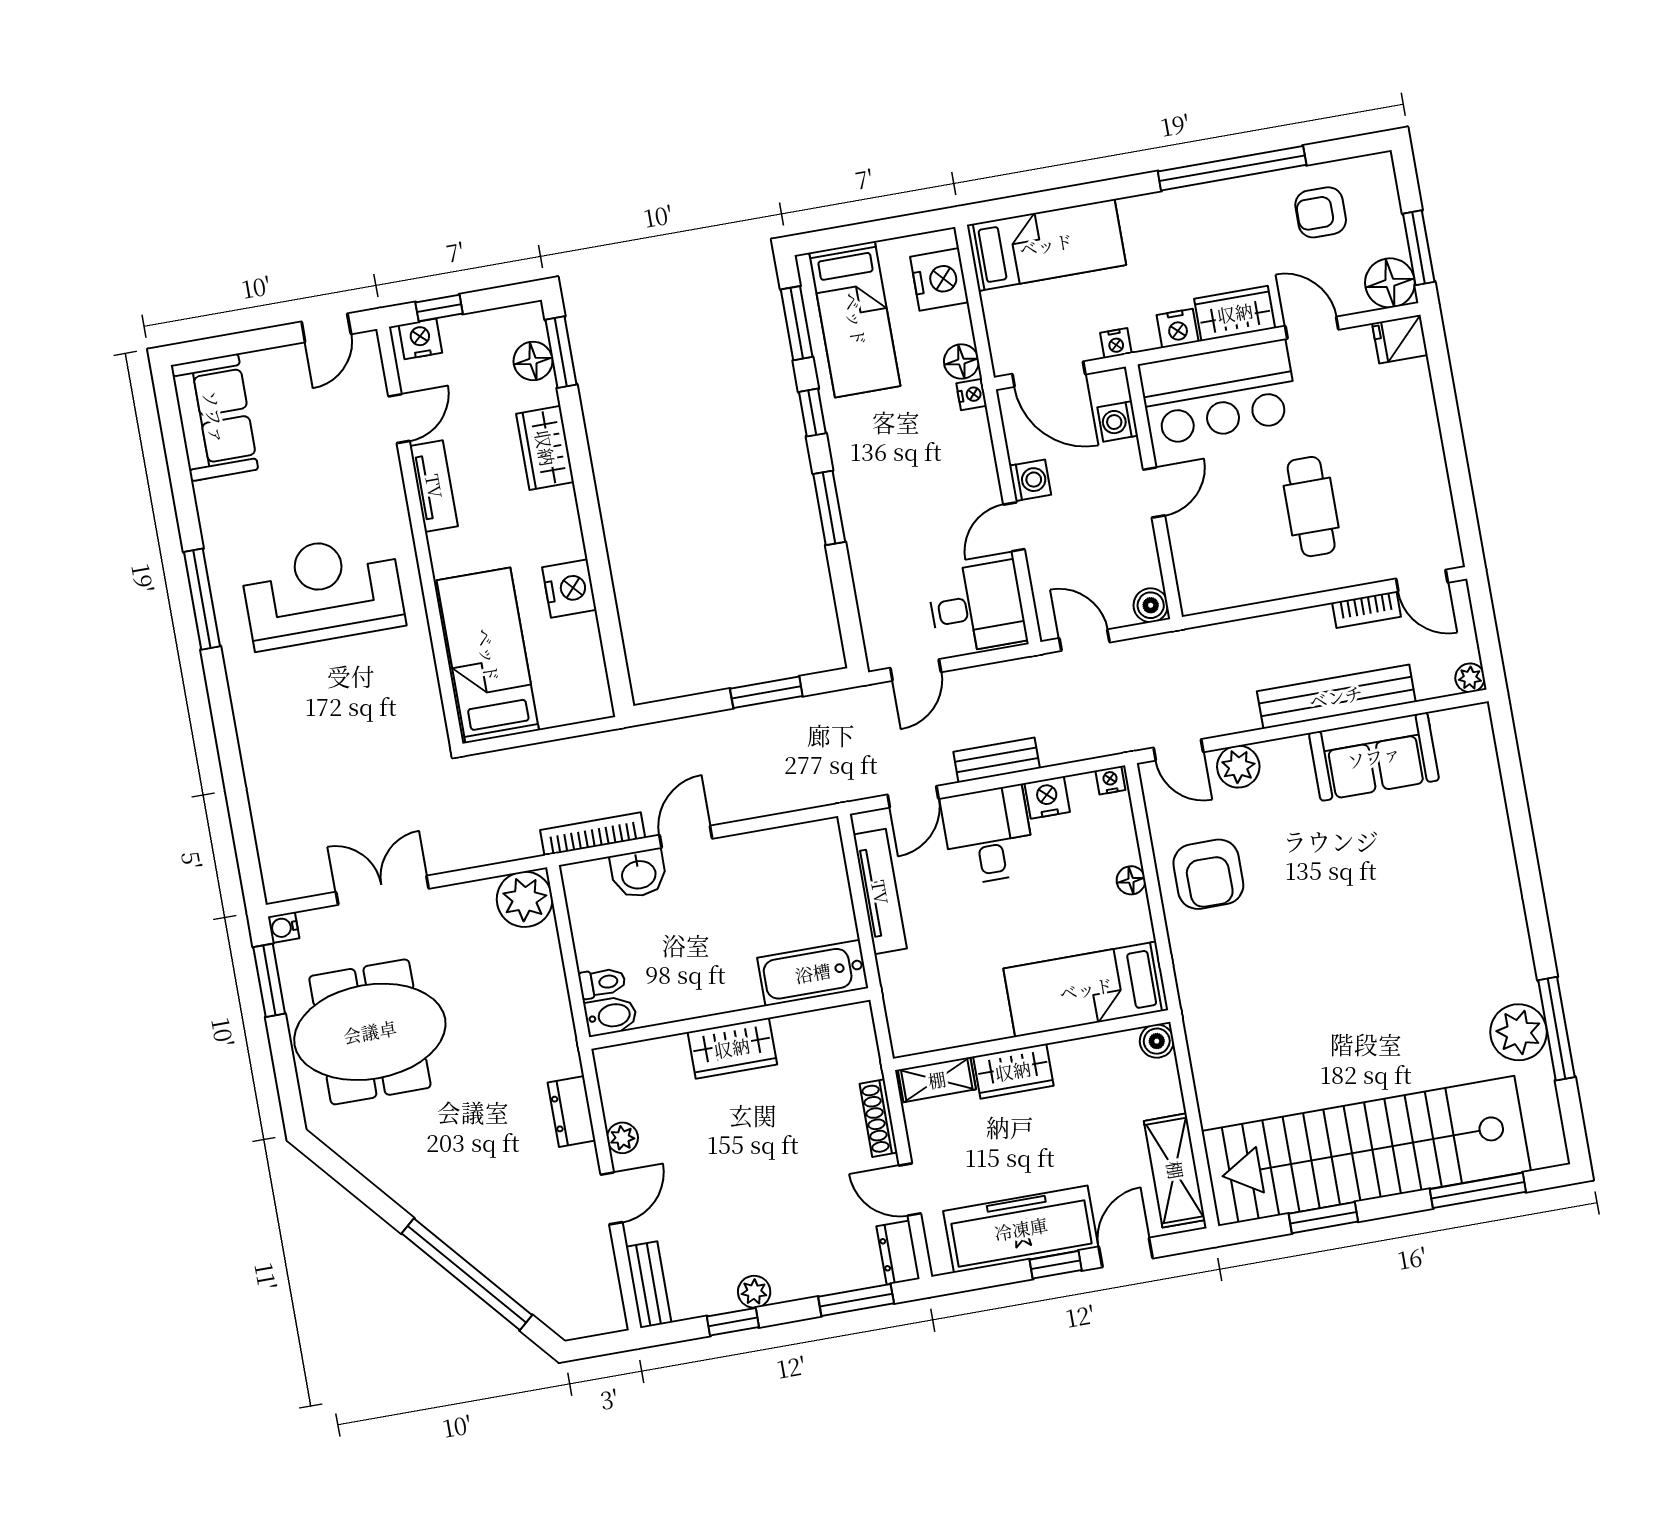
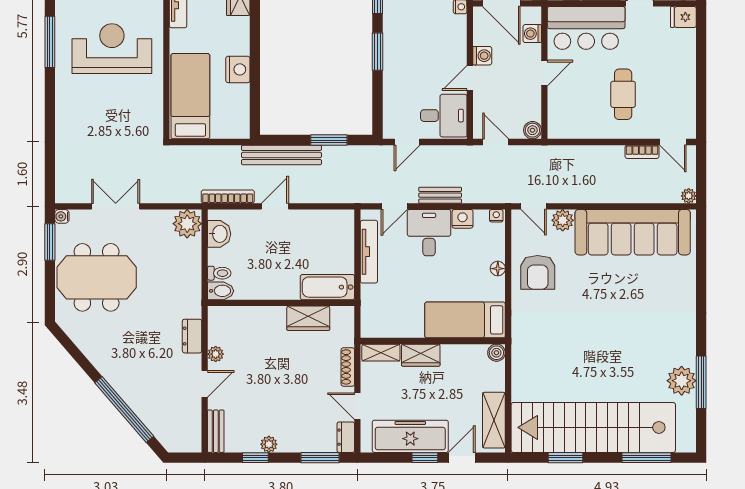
bench: (1336, 697) -> (281, 155), moved
sofa: (1374, 757) -> (633, 232), width x1.85, depth x1.27
washbasin: (639, 874) -> (219, 234), moved, turned -90
wardrobe: (732, 1048) -> (308, 318), moved

